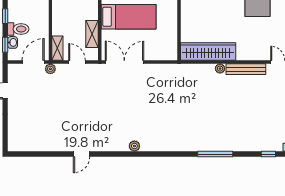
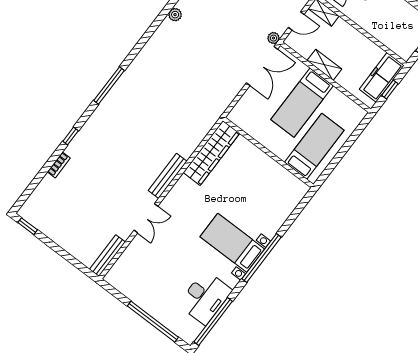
shelving: (92, 34) -> (324, 65), moved
plant: (220, 69) -> (273, 38), moved

